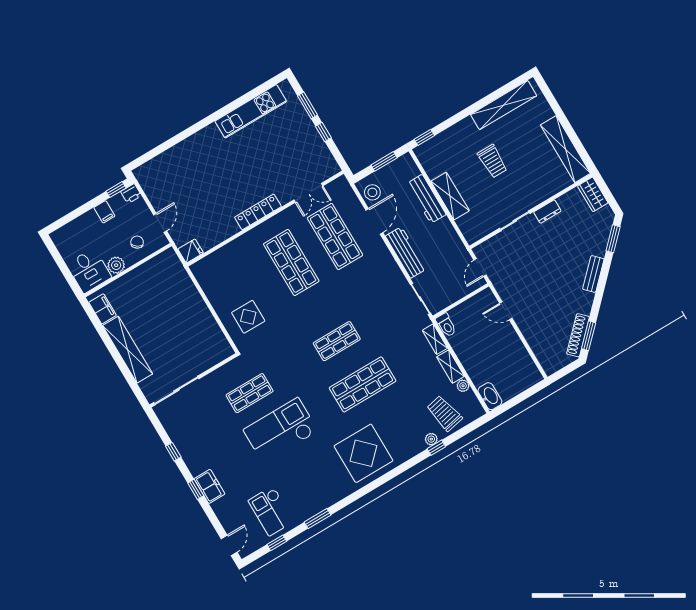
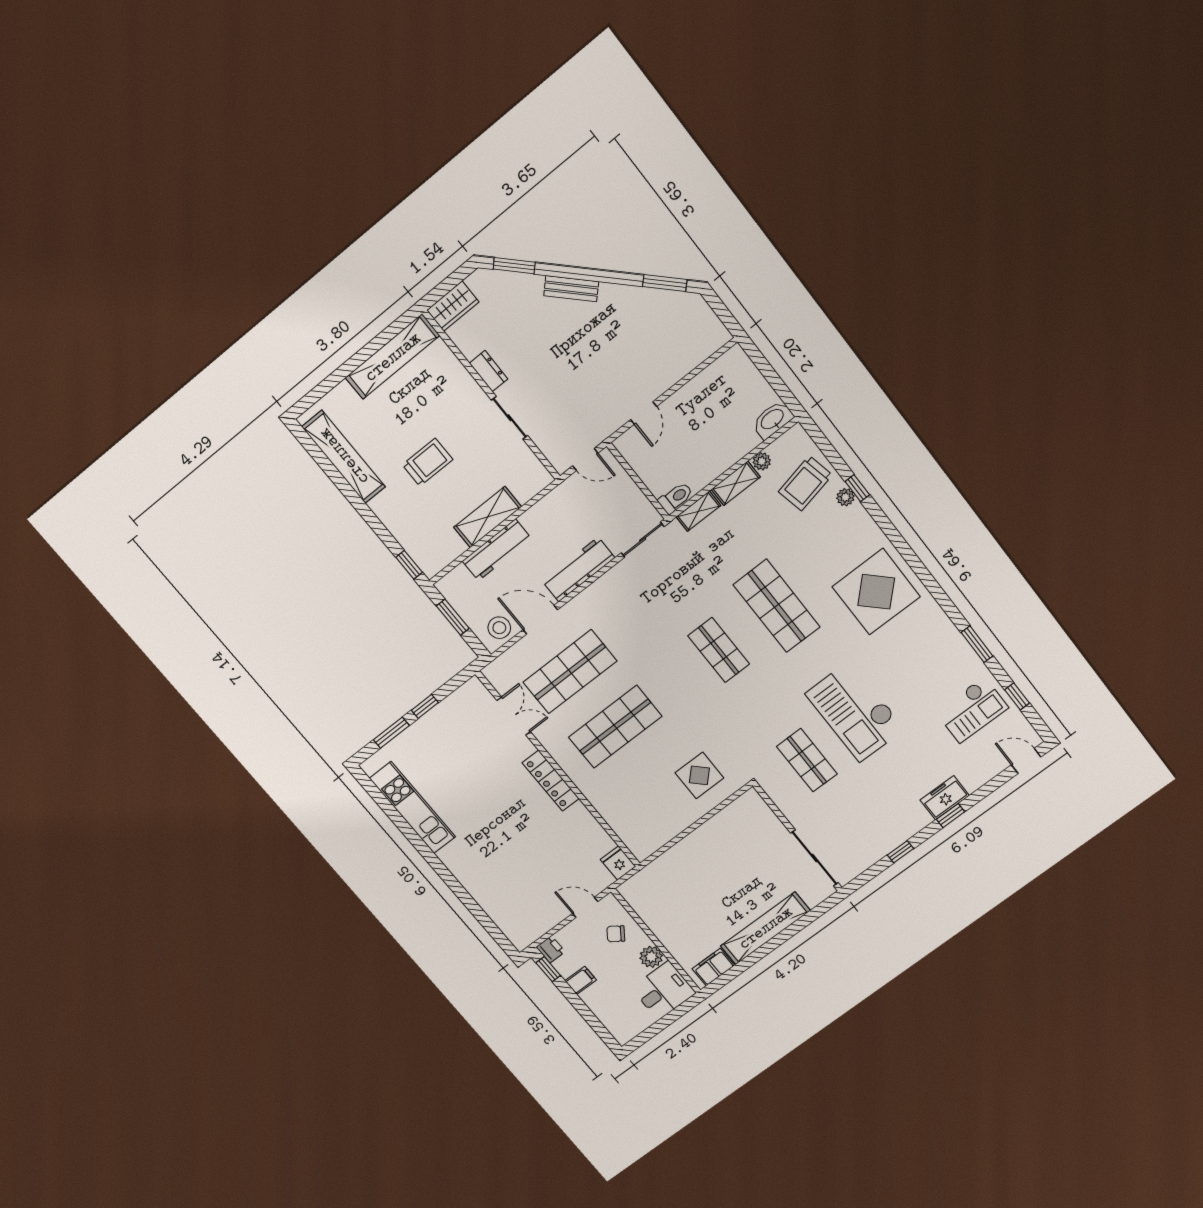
shoe rack: (578, 335) -> (666, 299), removed

